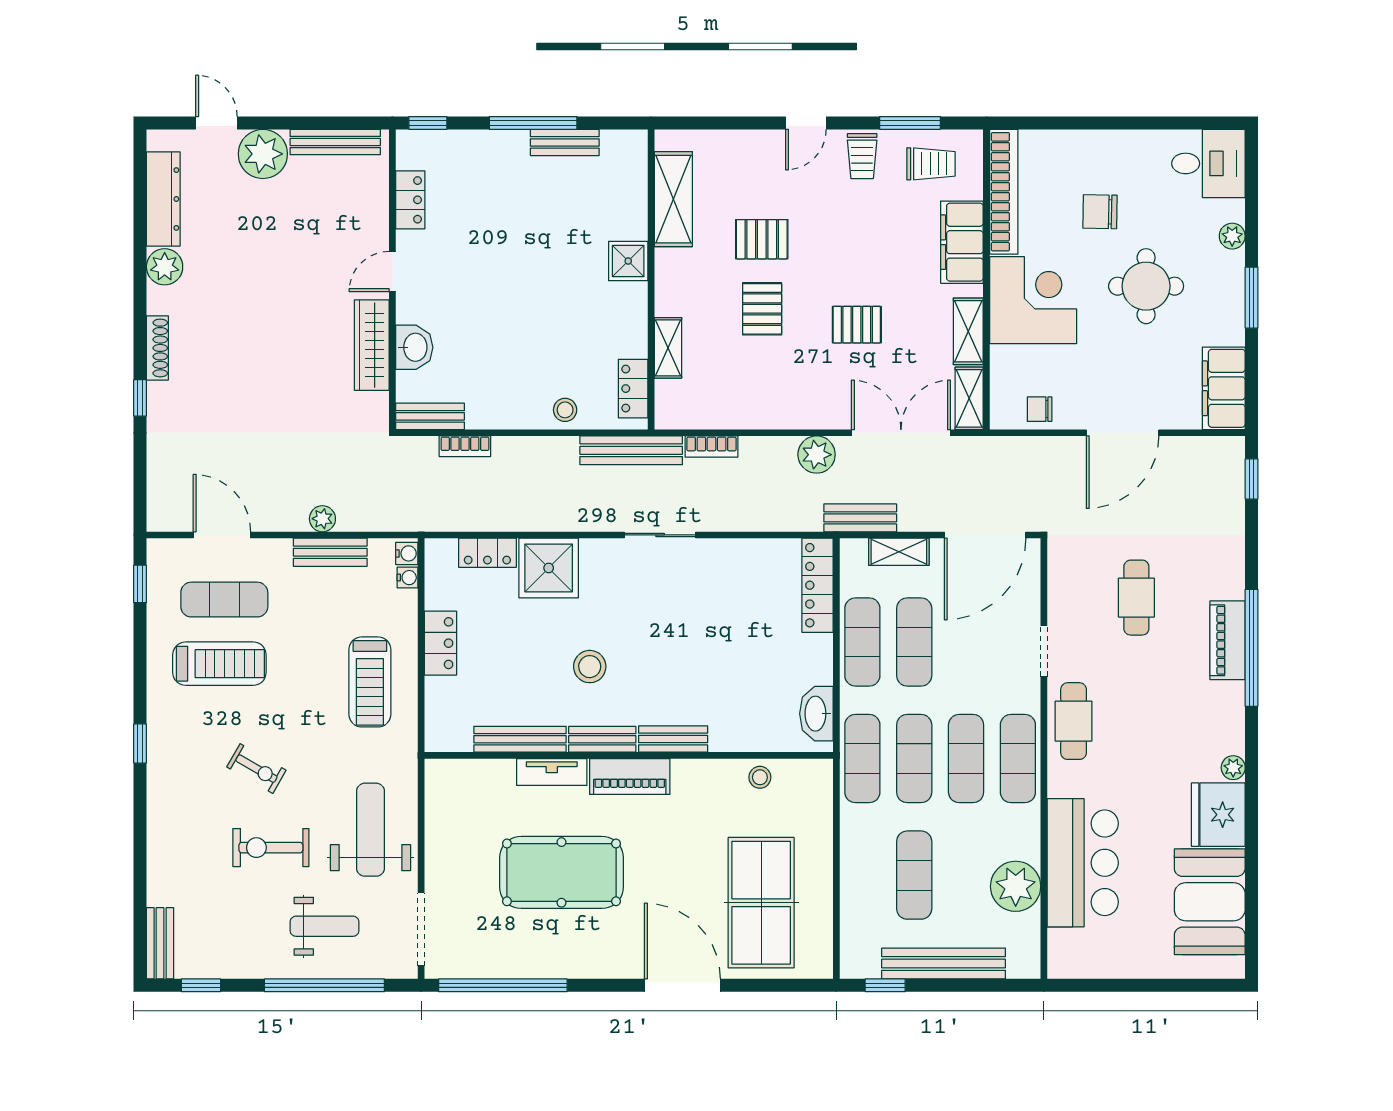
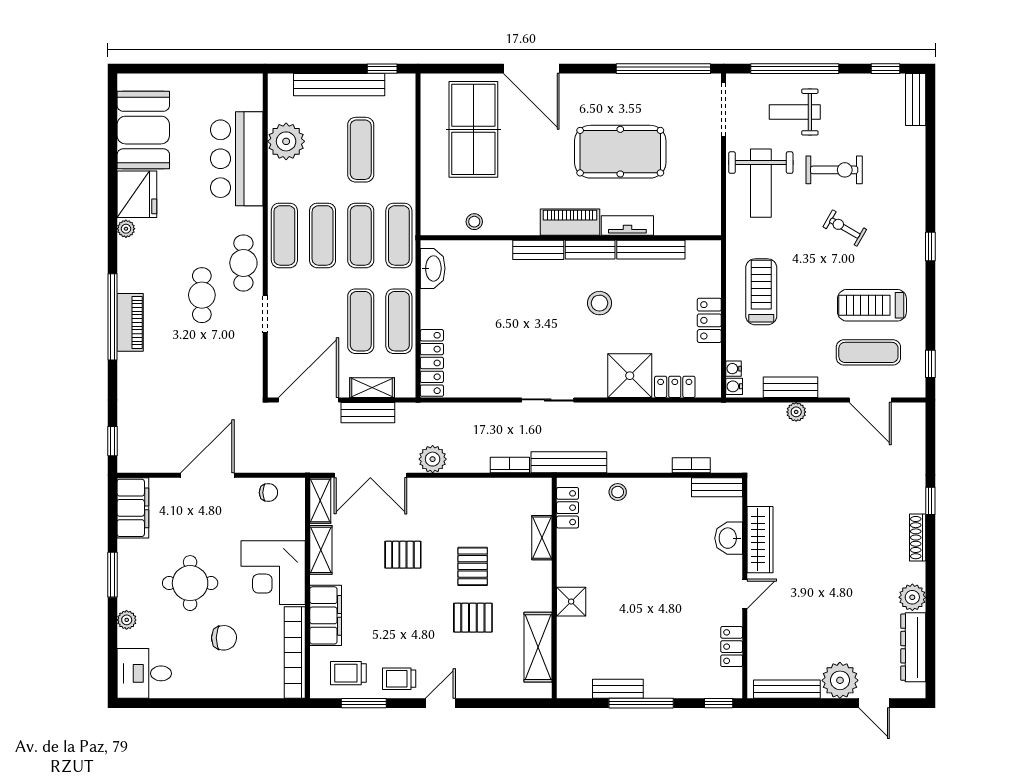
trolley: (862, 156) -> (399, 679), turned -90
bench: (860, 518) -> (368, 413), moved
cafe table: (1136, 598) -> (202, 295), moved

